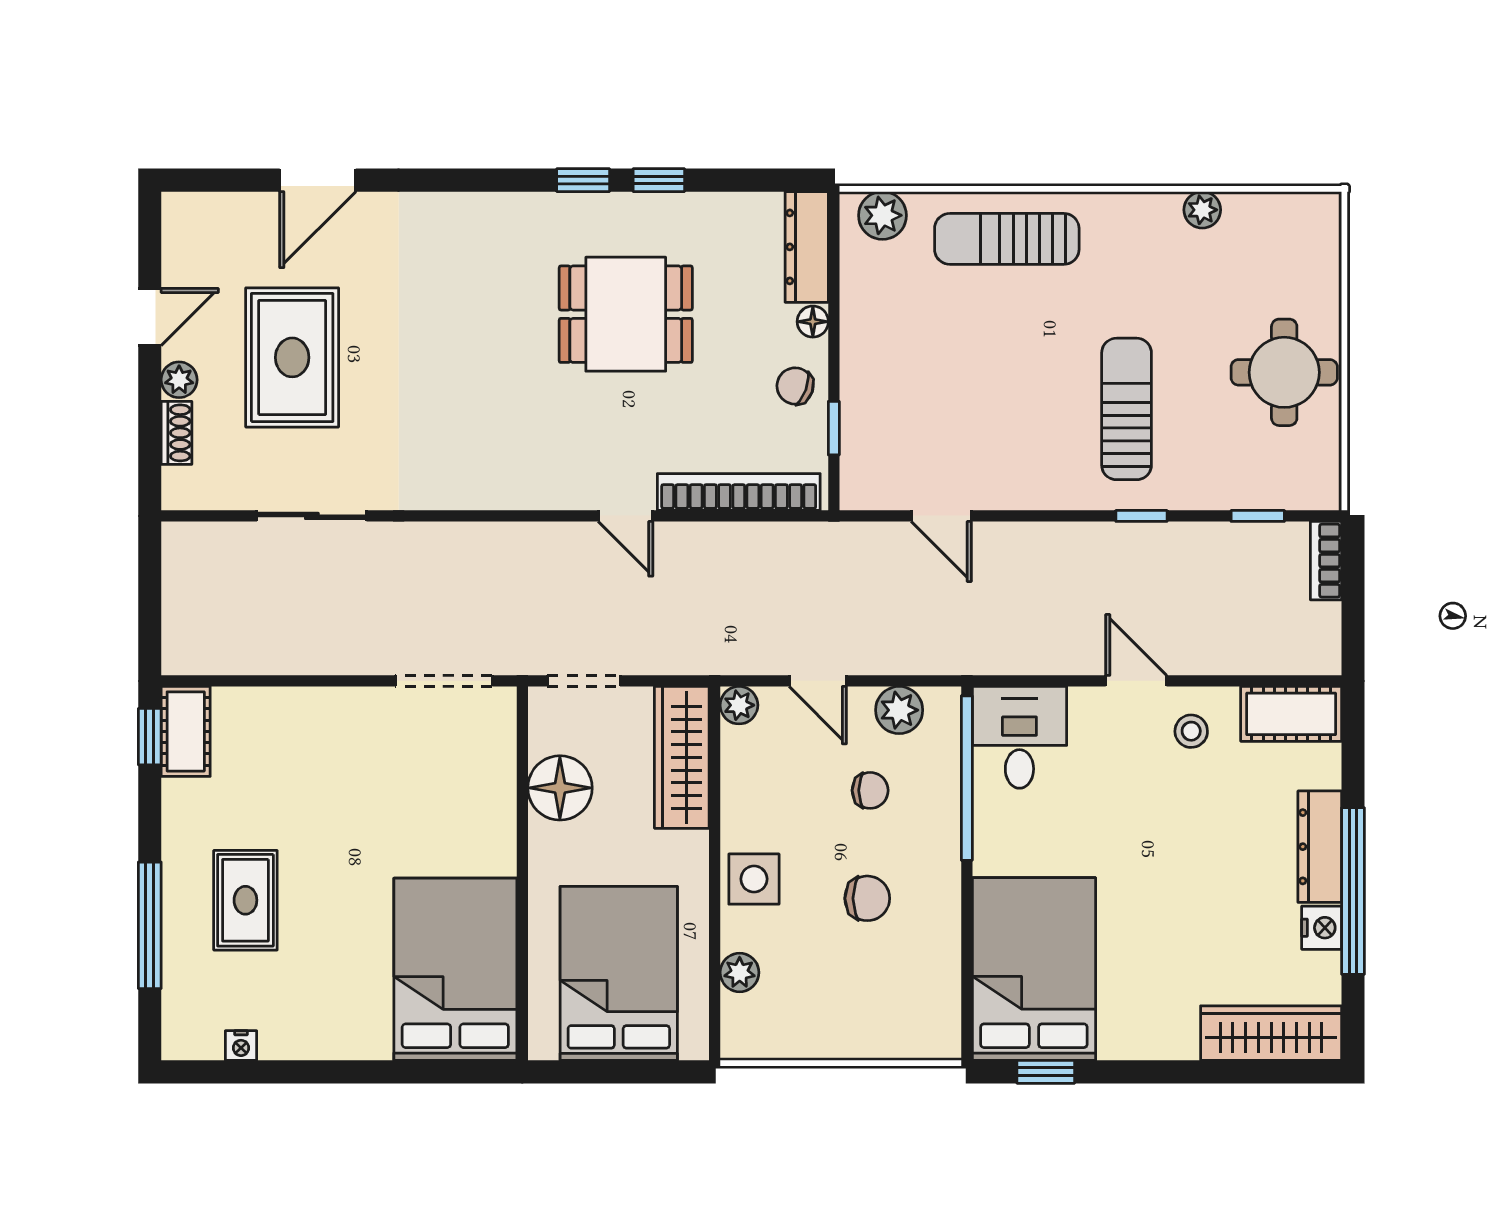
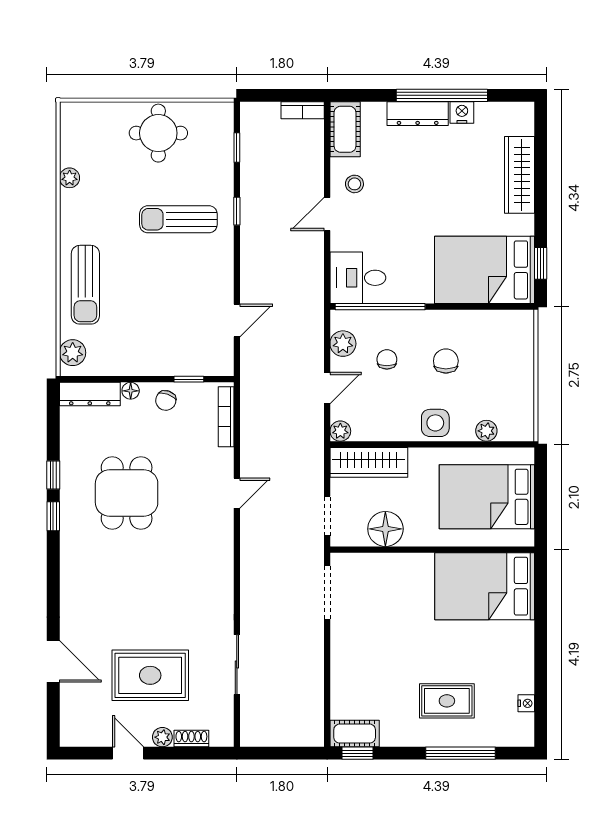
bookcase: (739, 492) -> (226, 417), width x0.68, depth x0.76
bookcase: (1326, 561) -> (303, 110), moved
wardrobe: (1271, 1033) -> (519, 175), moved

